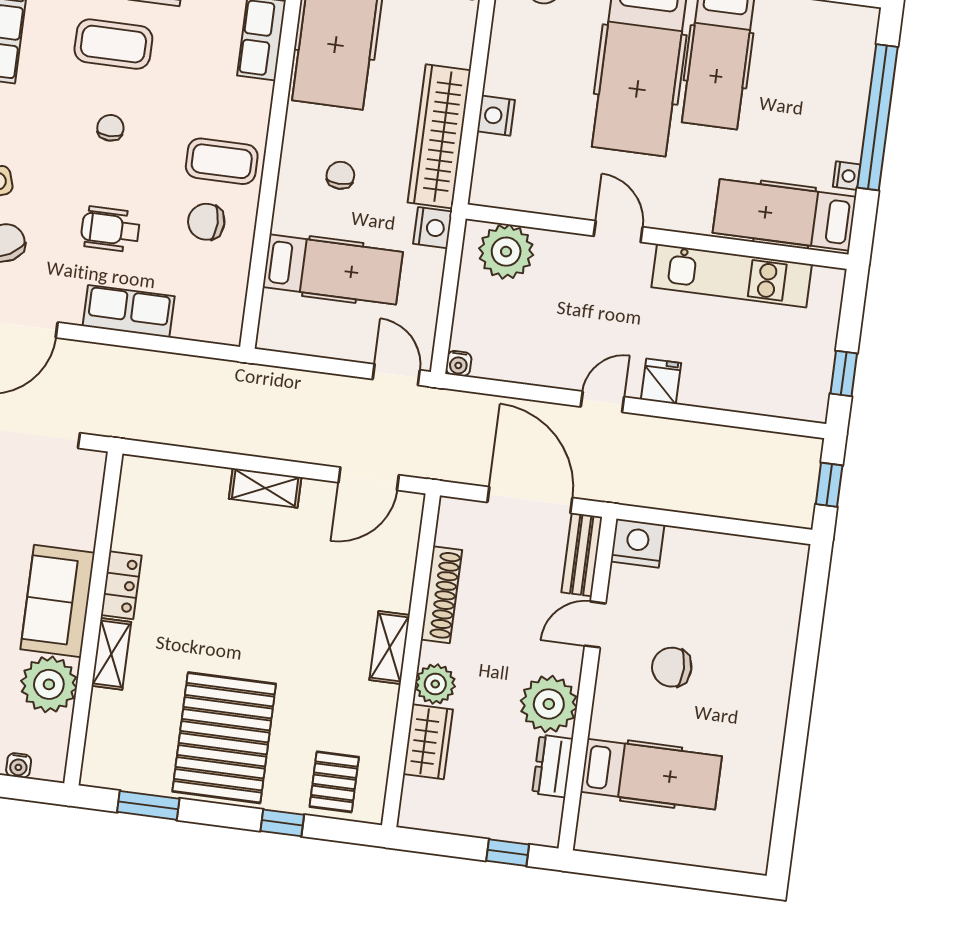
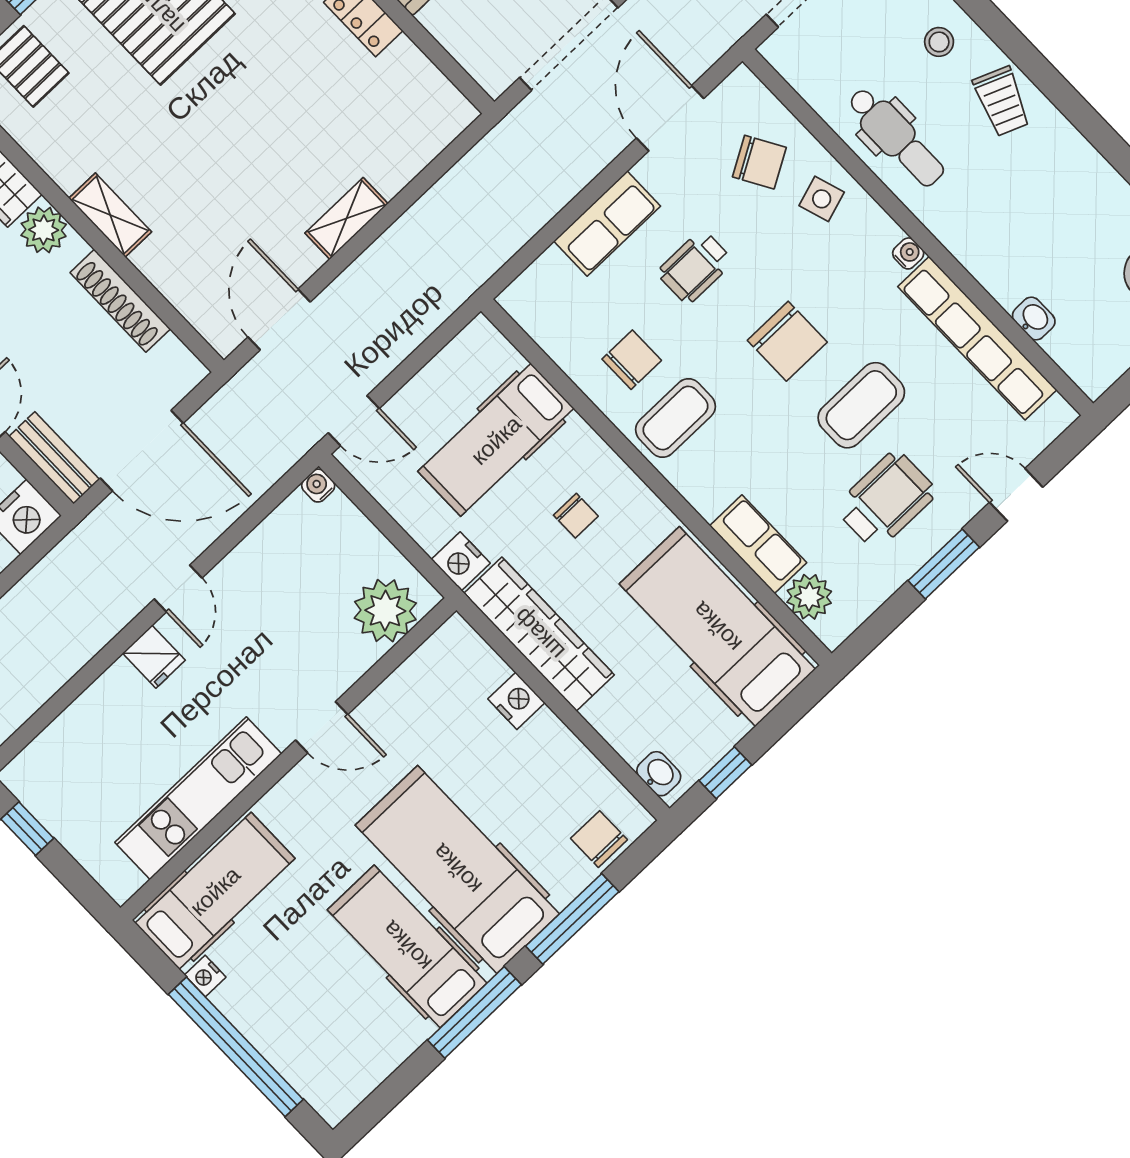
chair: (110, 128) -> (787, 341), width x1.87, depth x1.87
wheelchair: (110, 229) -> (695, 267), turned 180

